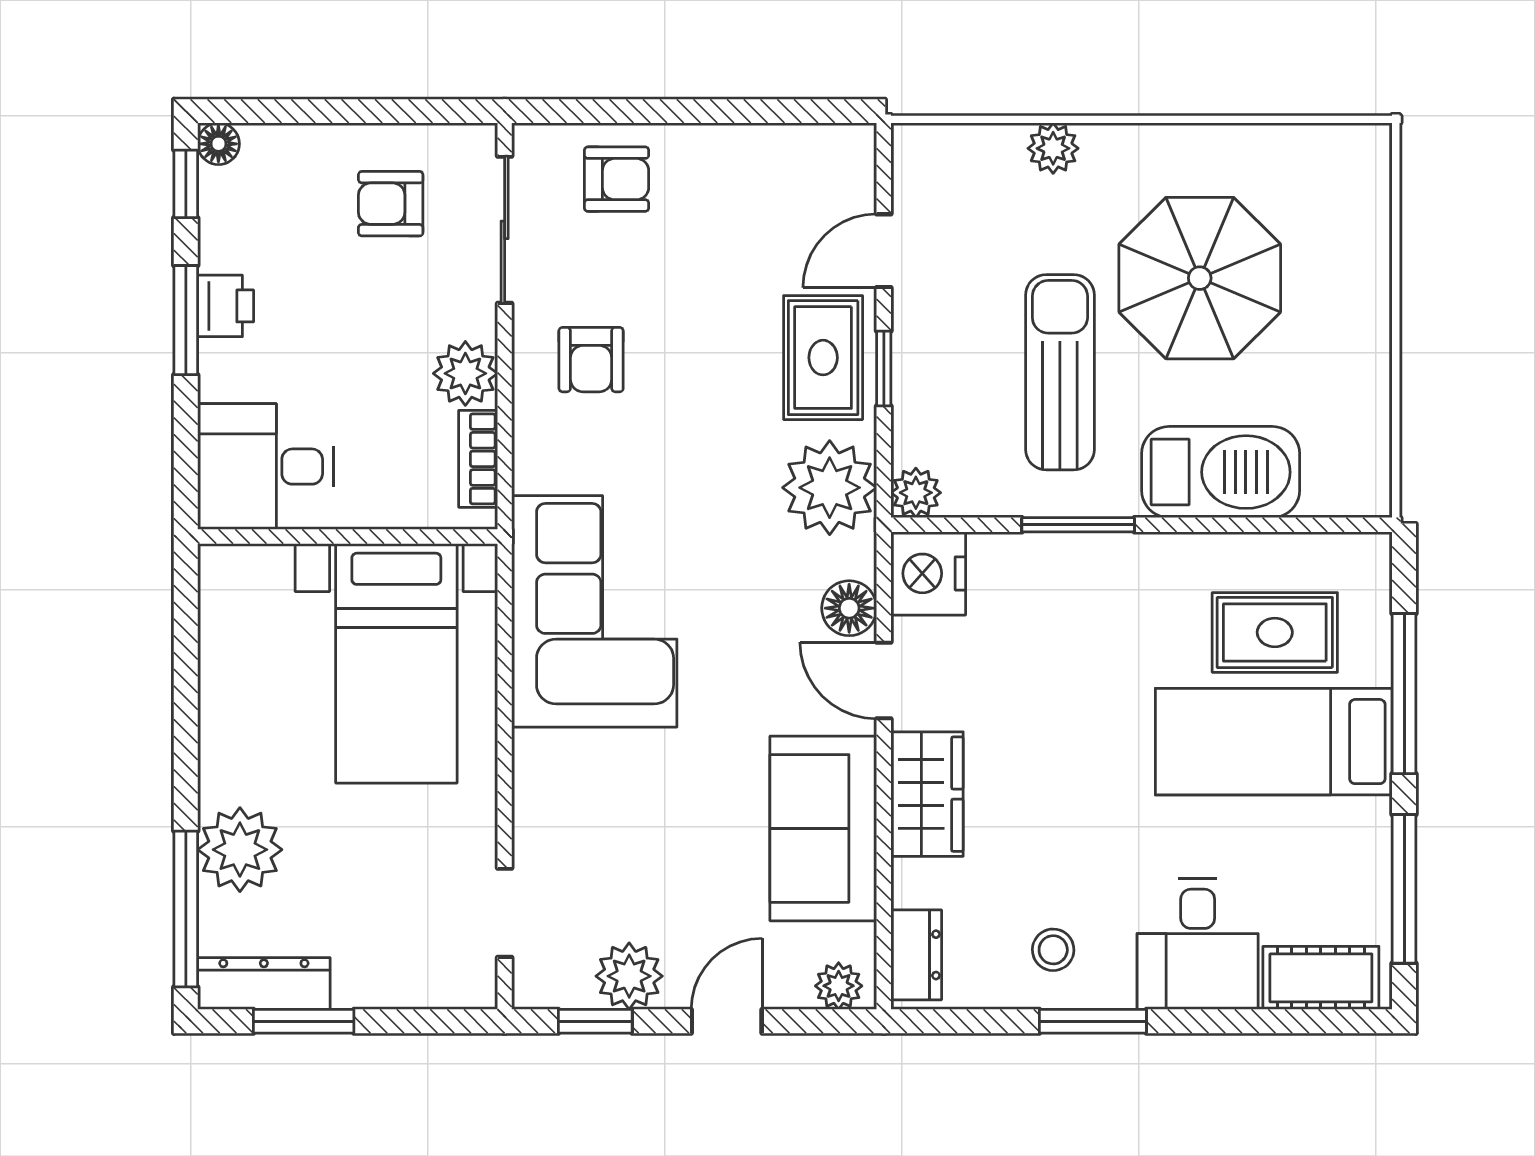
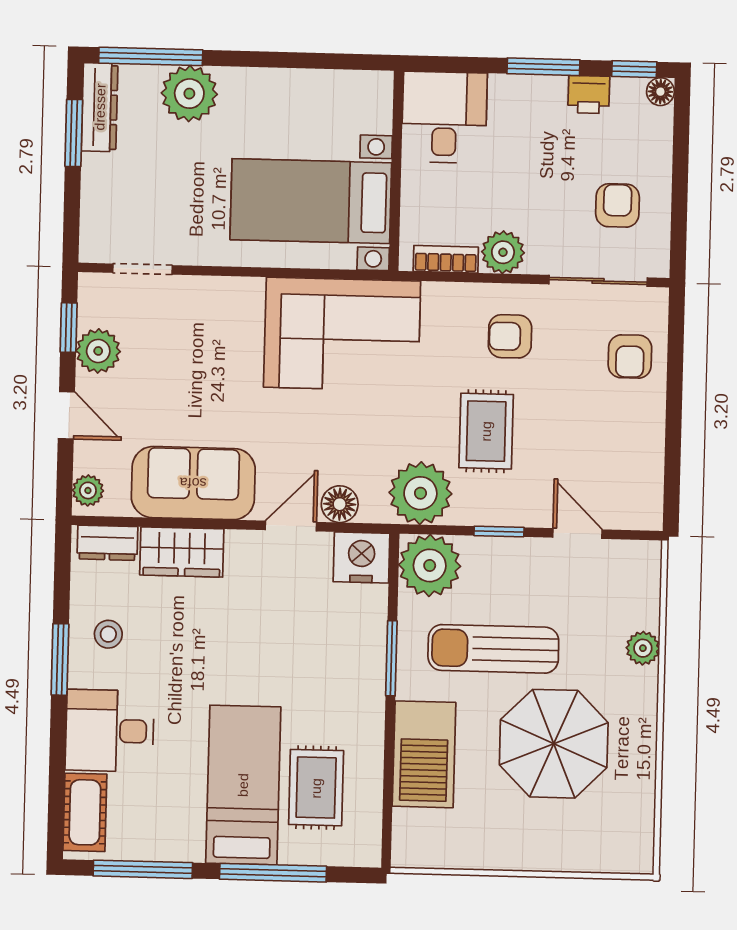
printer: (226, 306) -> (589, 95), moved
rug: (823, 358) -> (486, 431), moved, turned 90
sun lounger: (1060, 372) -> (493, 649), turned 180
plant: (916, 493) -> (430, 565), width x1.87, depth x1.87
wardrobe: (927, 794) -> (182, 552), moved

